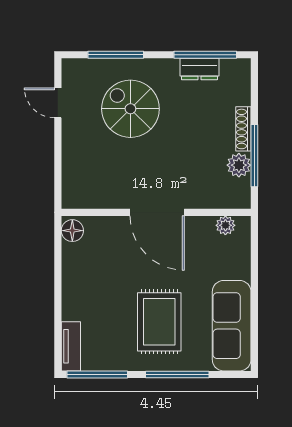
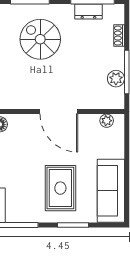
shoe rack: (243, 129) -> (119, 36), moved, width x0.70
window: (177, 375) -> (73, 225), width x0.69

